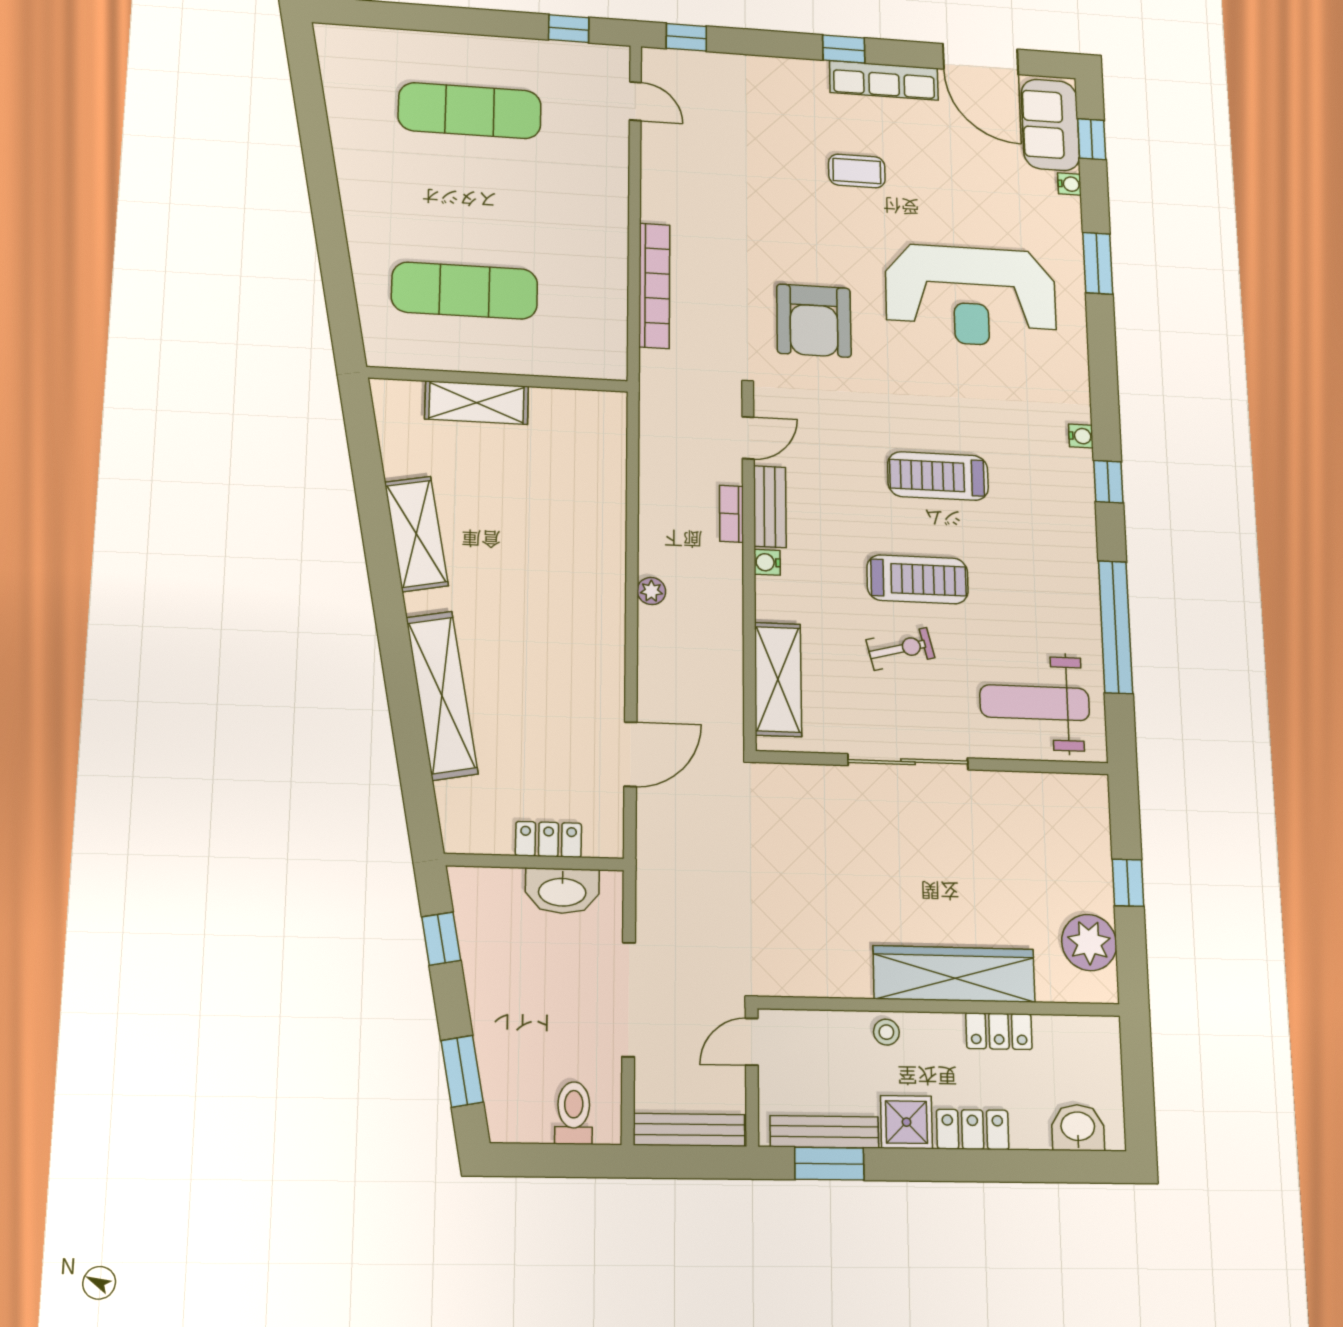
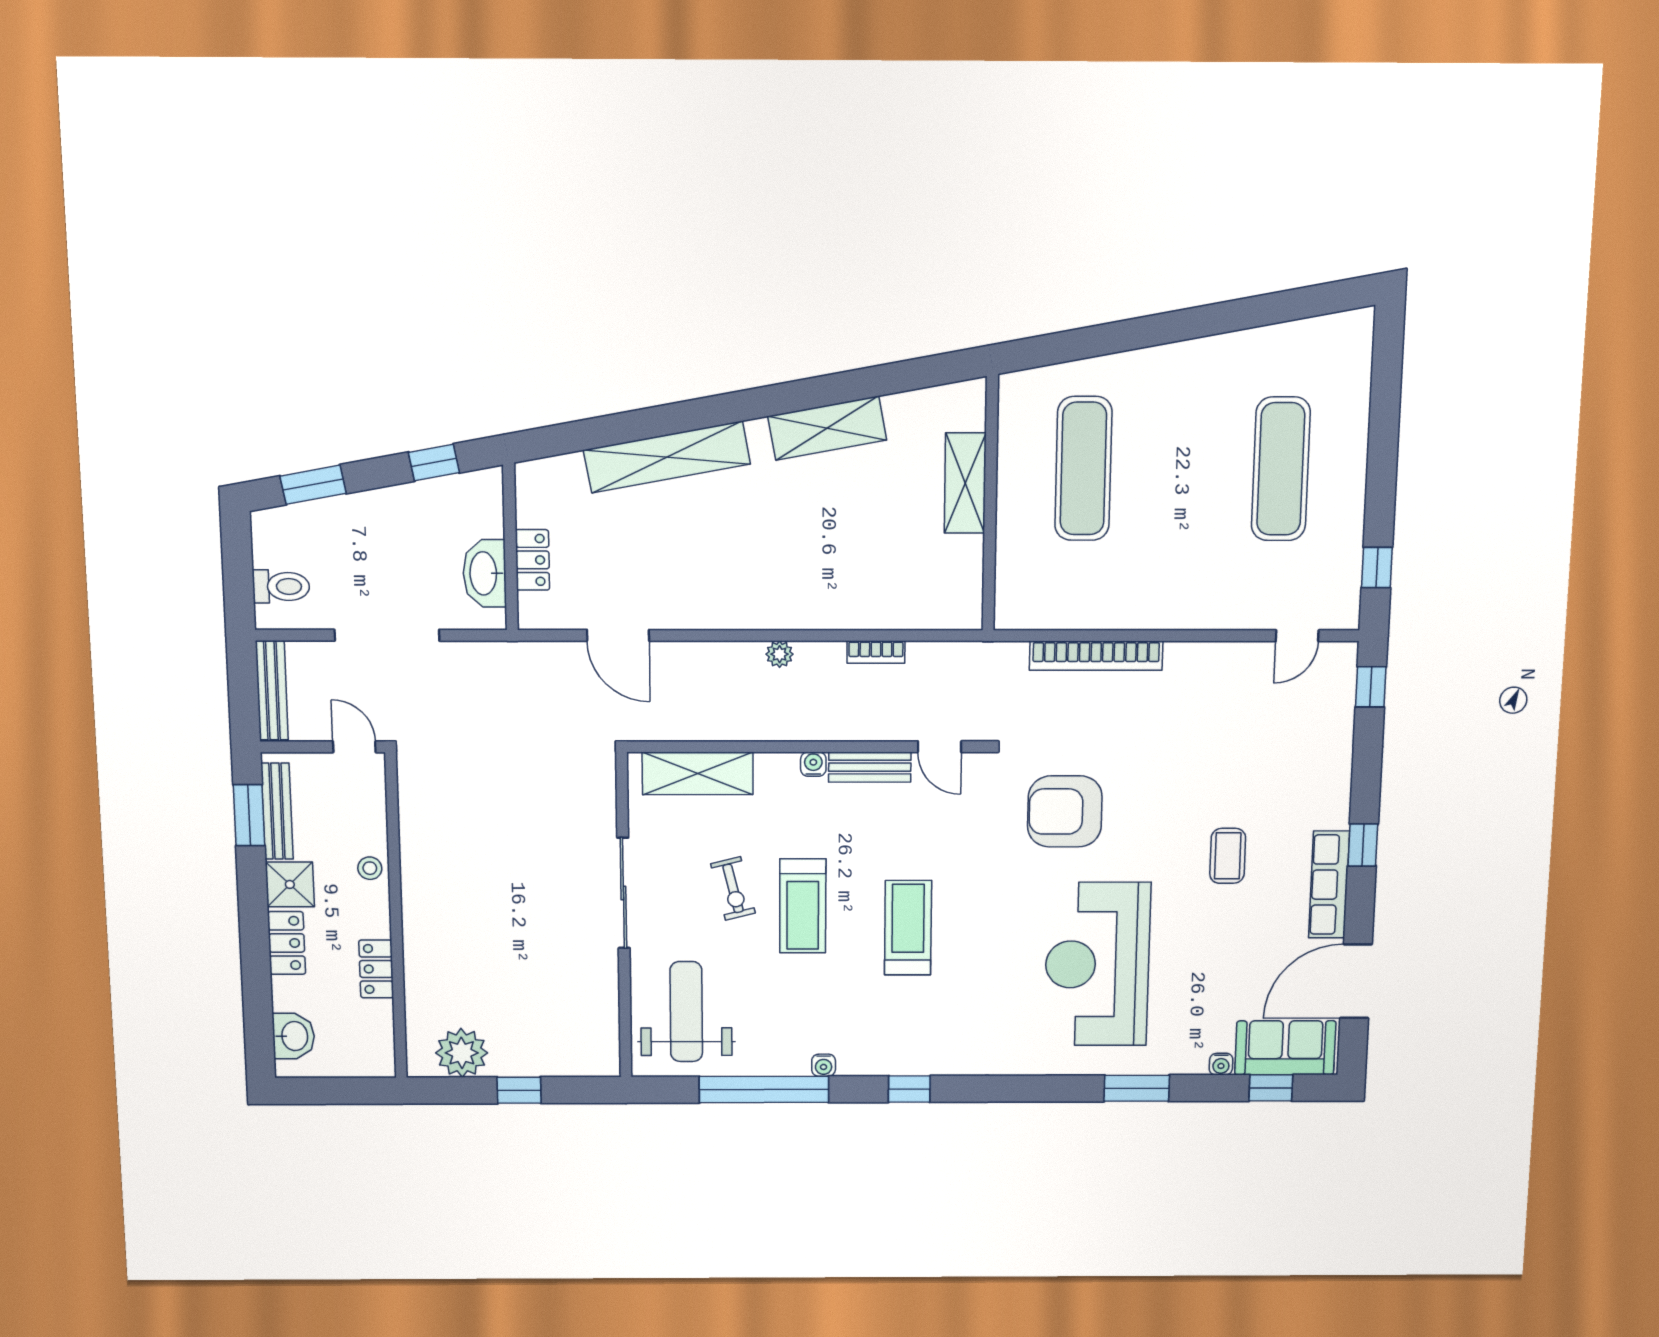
water cooler: (1081, 436) -> (824, 1065), moved
bookcase: (731, 514) -> (876, 652), moved, turned 180
wardrobe: (954, 974) -> (426, 930), removed

